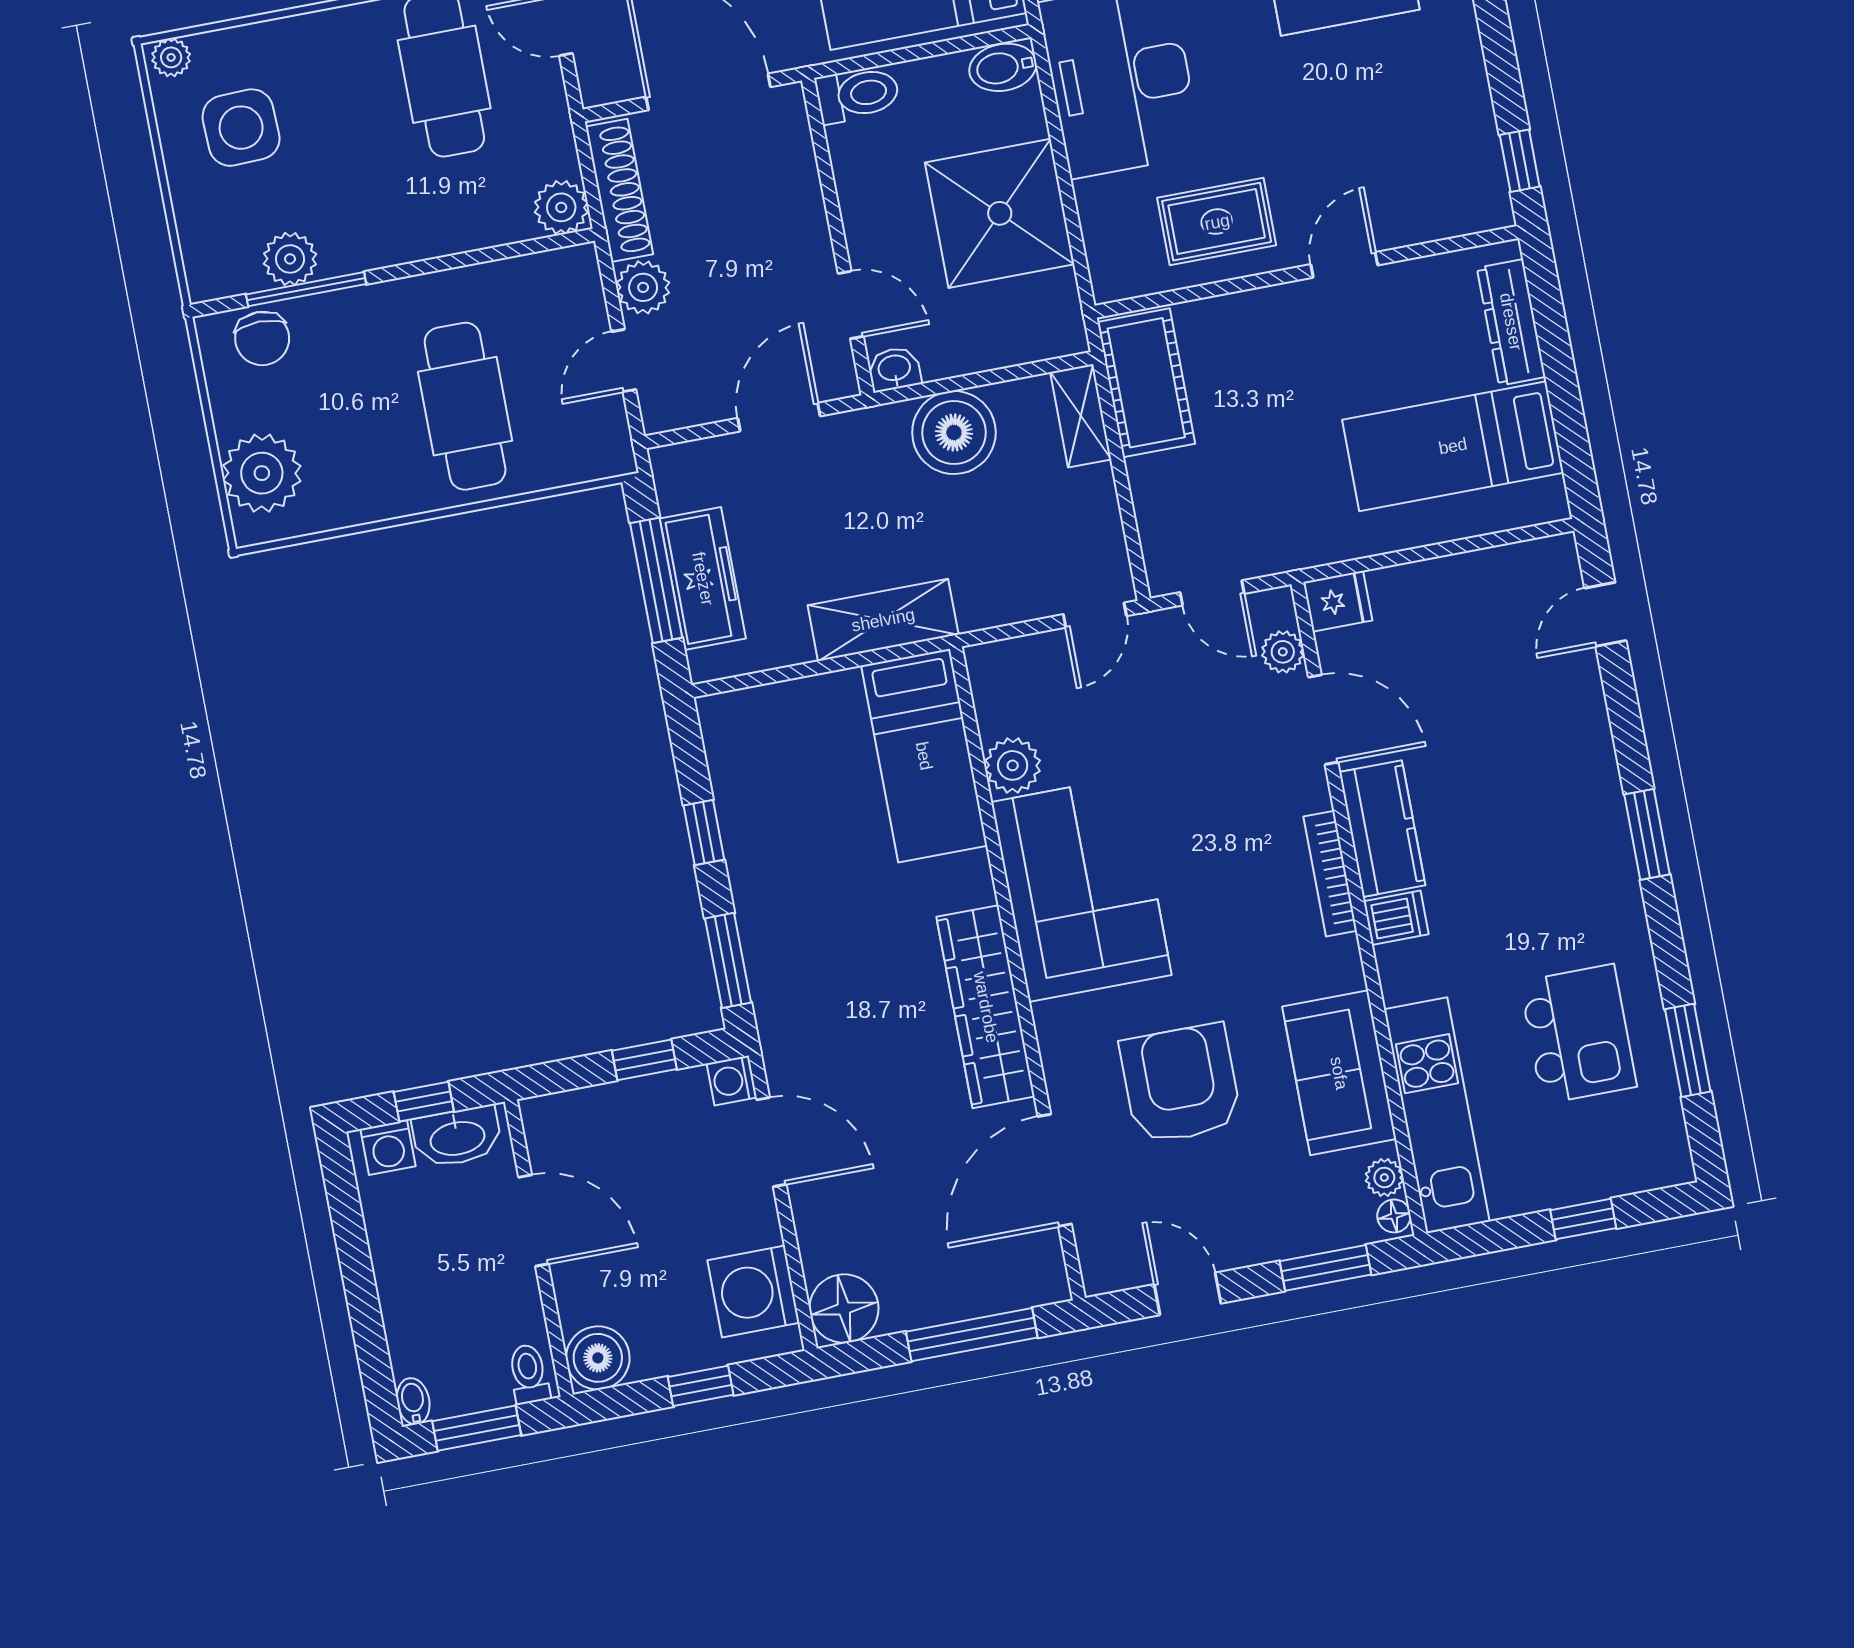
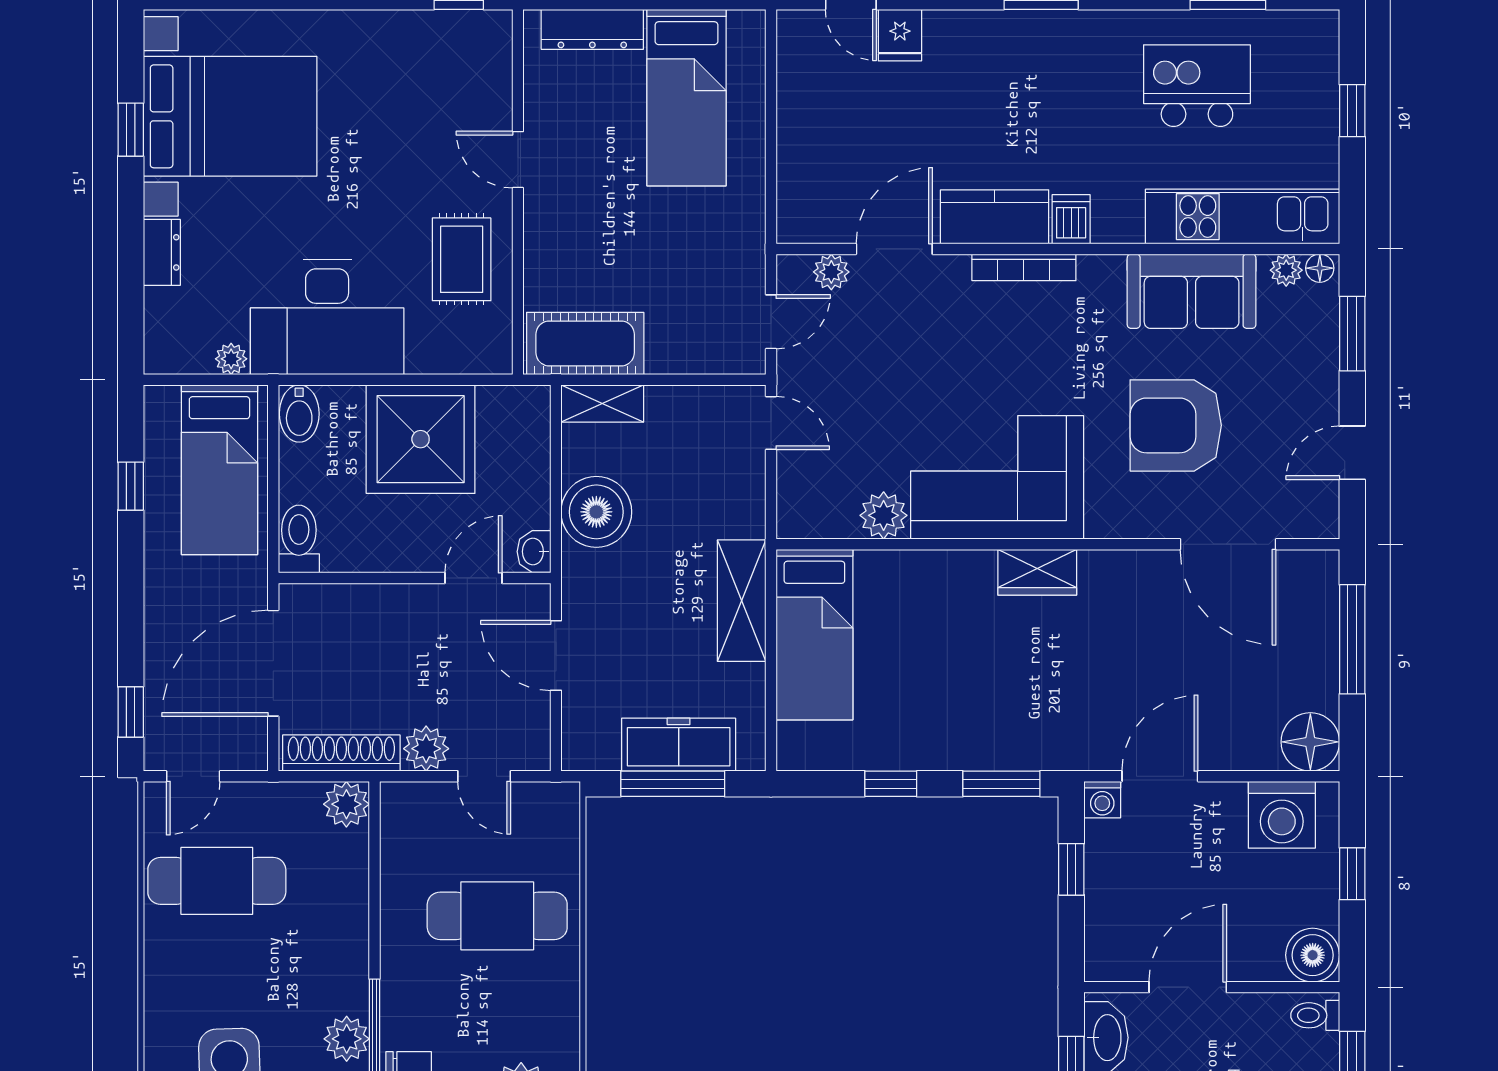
fridge: (1338, 601) -> (900, 35), moved, turned 180
bed: (924, 756) -> (814, 635), moved, turned 90
wardrobe: (986, 1007) -> (1037, 572), width x0.48, depth x0.85

